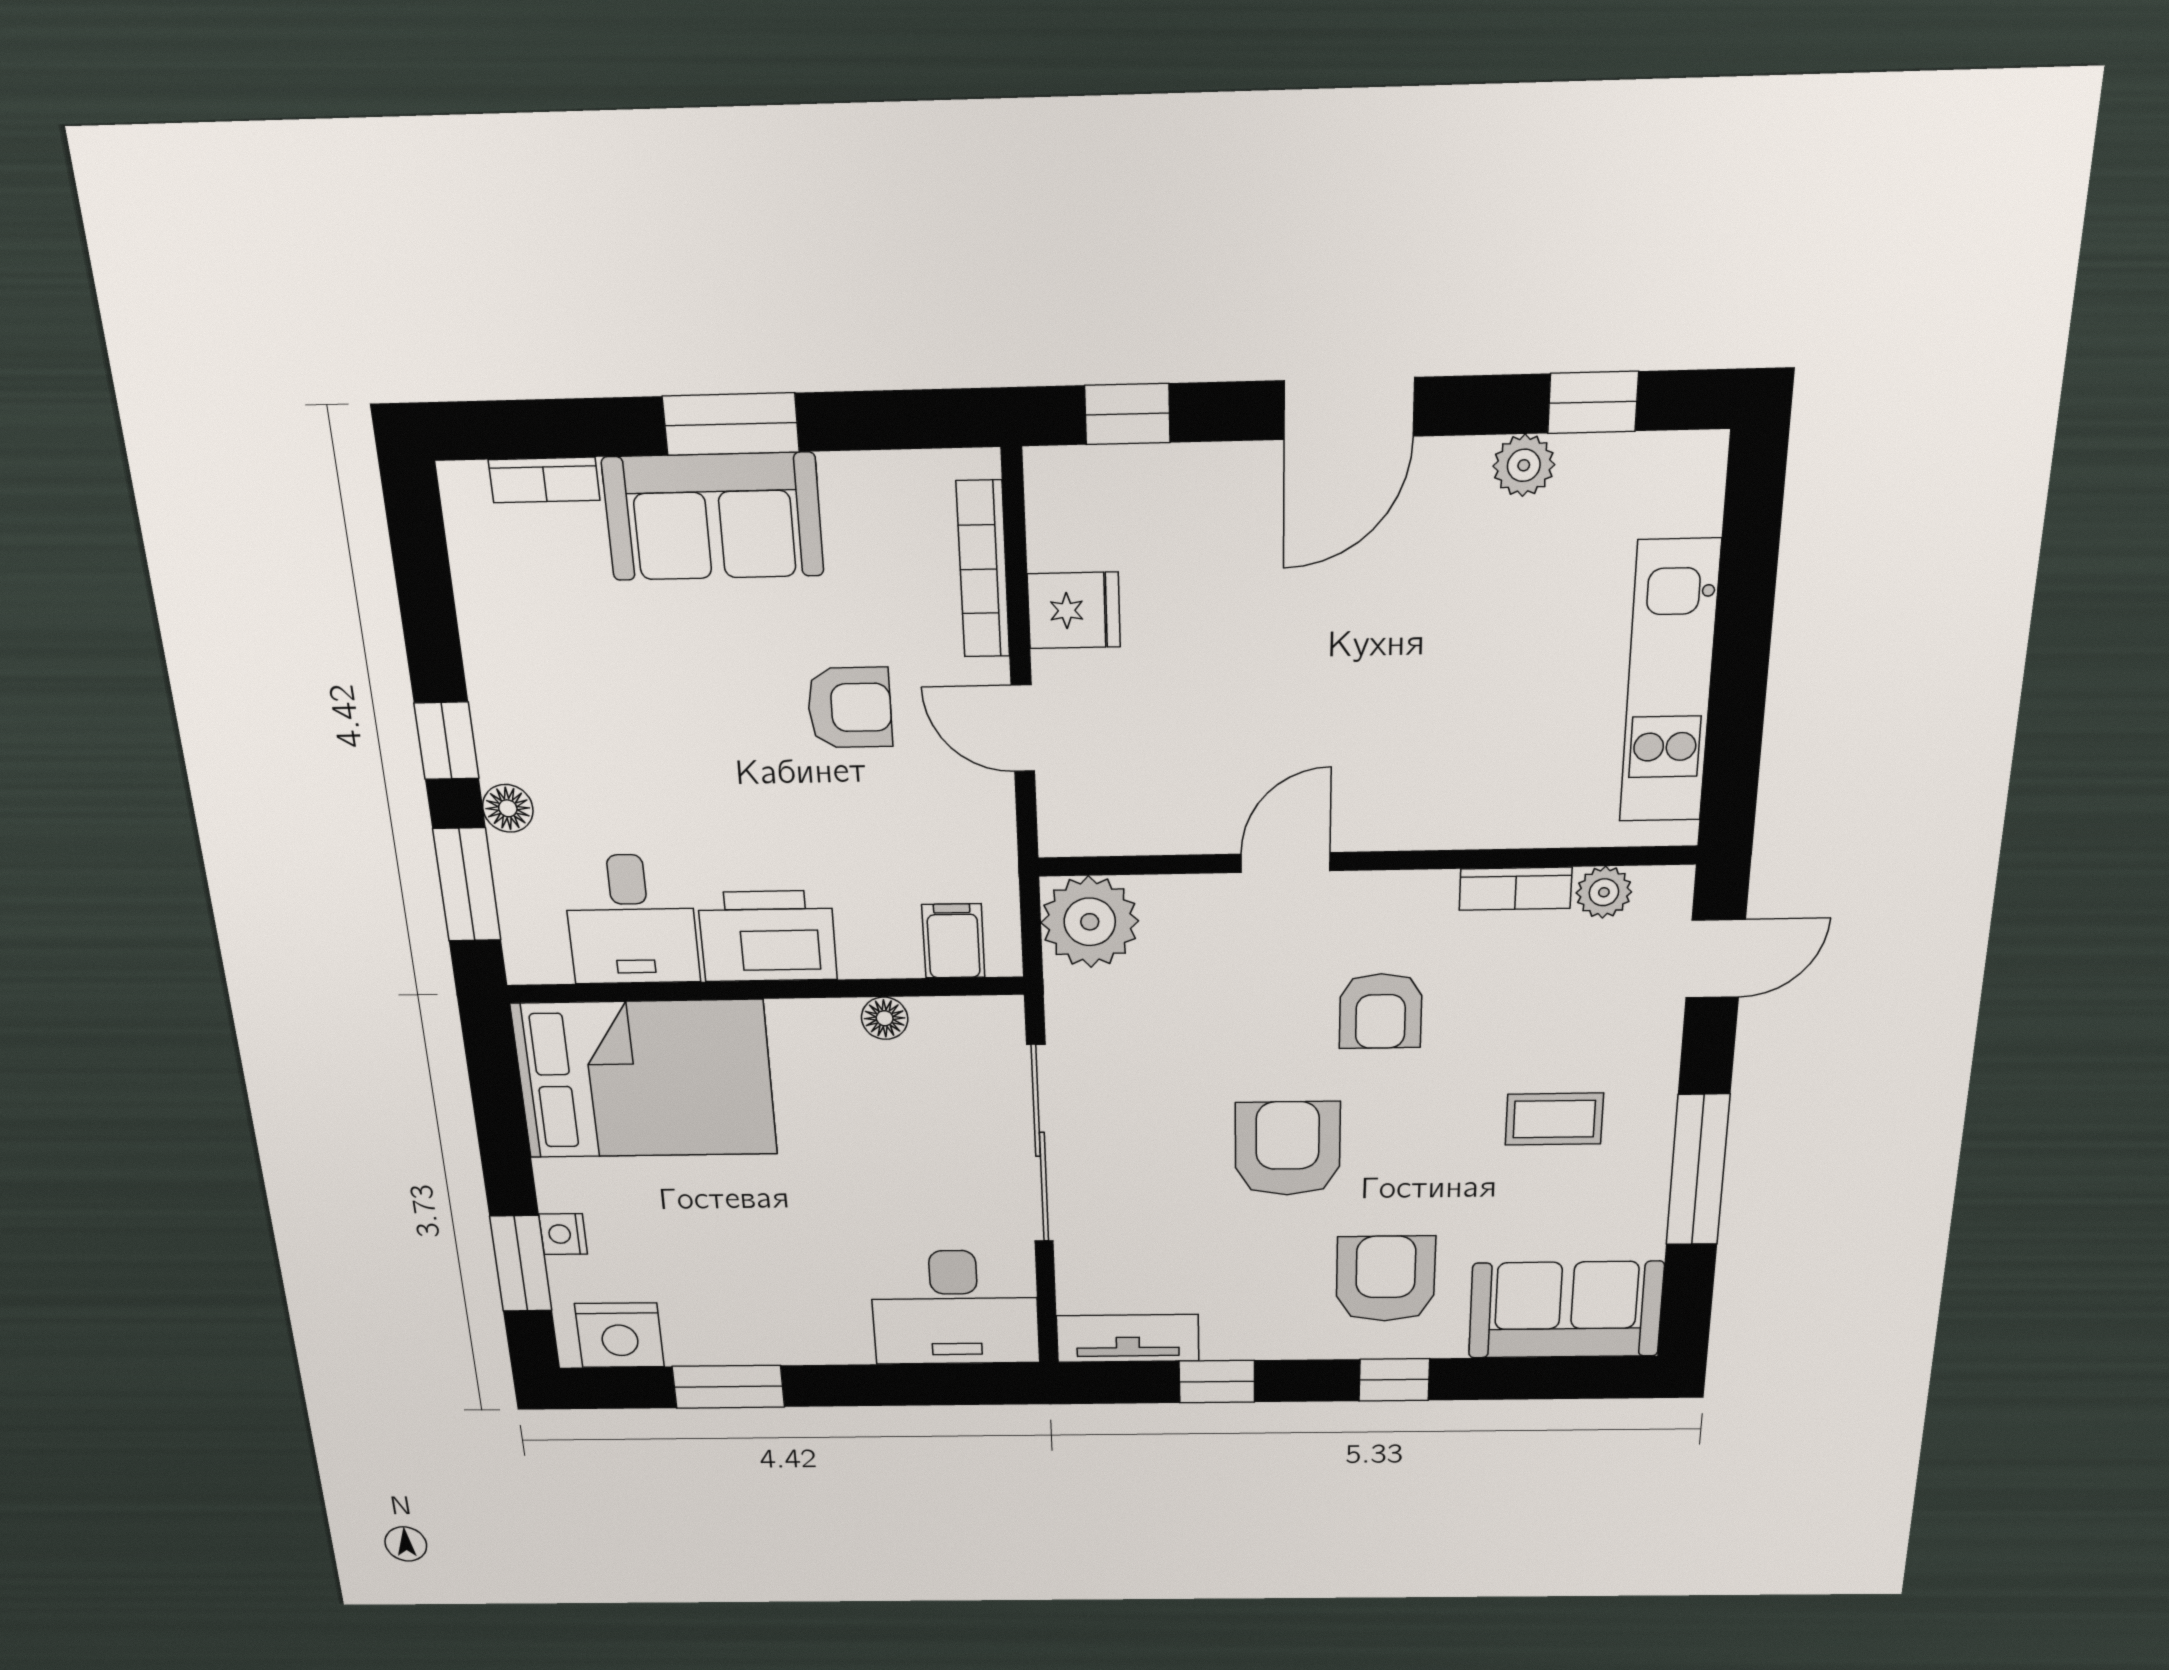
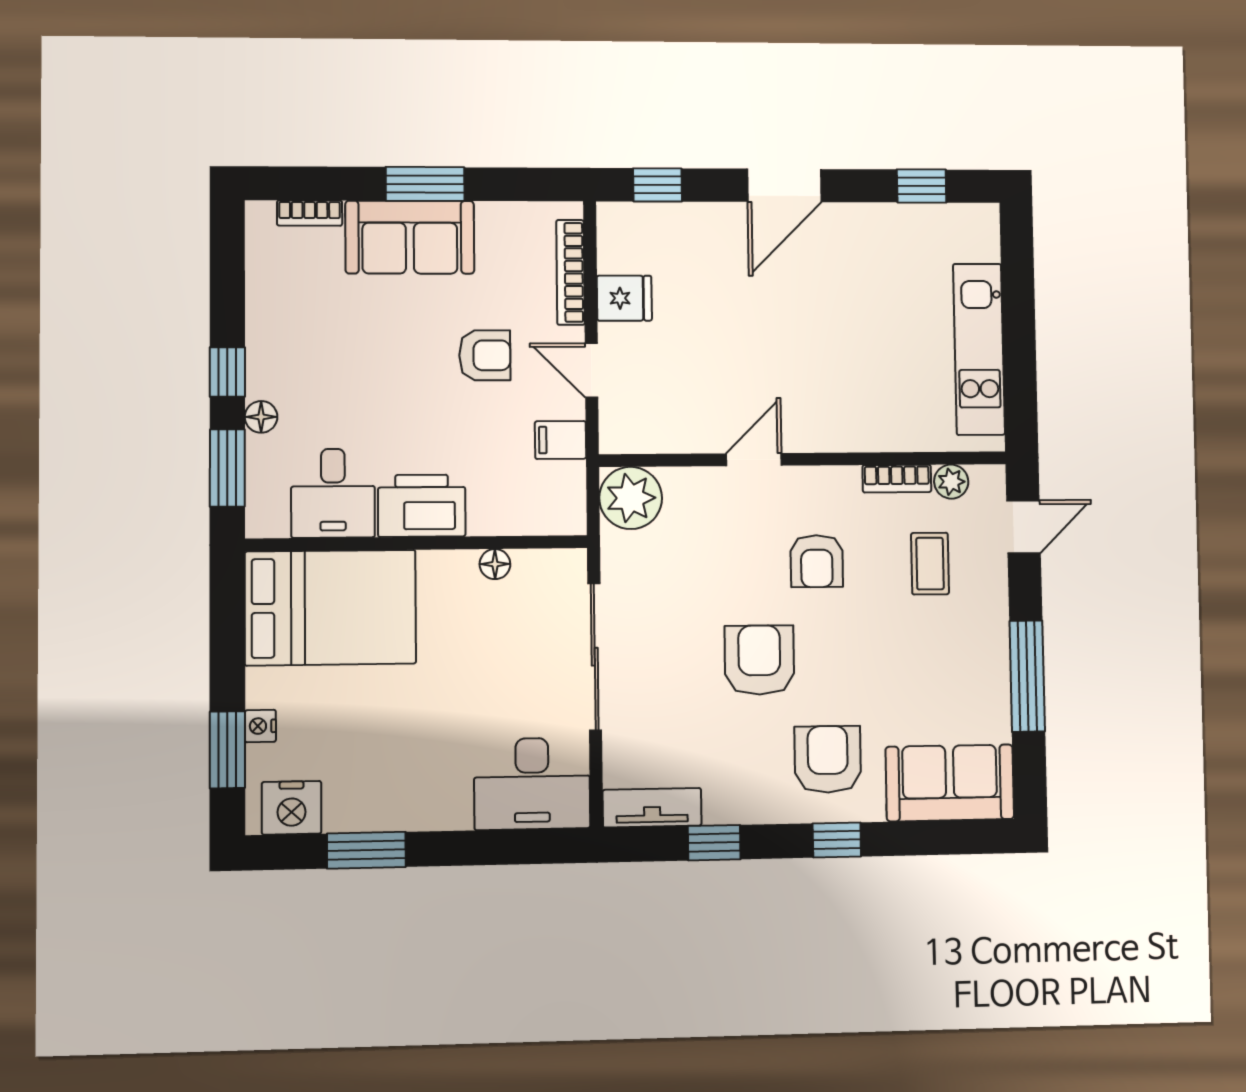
plant: (1524, 465) -> (885, 220), removed
filing cabinet: (953, 941) -> (561, 440), moved, turned -90
coffee table: (1554, 1119) -> (930, 564), moved, turned 90

